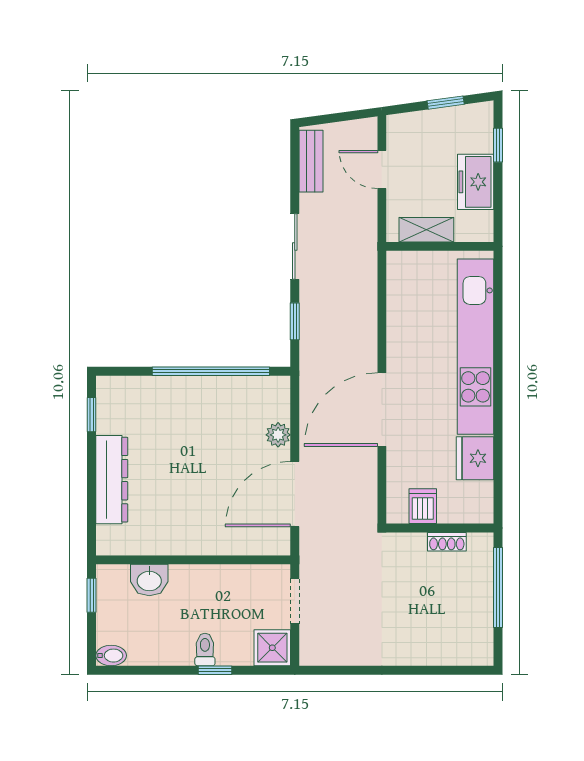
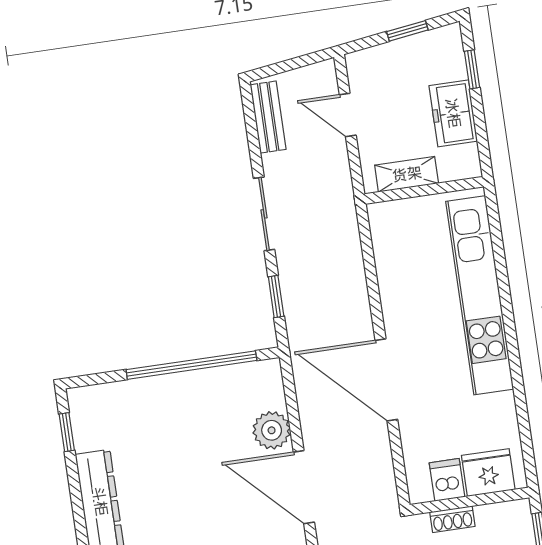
door: (382, 410) -> (386, 380), hinge flipped
plant: (278, 435) -> (272, 430), width x1.38, depth x1.38
fridge: (475, 458) -> (488, 473), moved, turned 90
door: (295, 494) -> (304, 487), hinge flipped
shoe rack: (447, 542) -> (452, 519), moved

